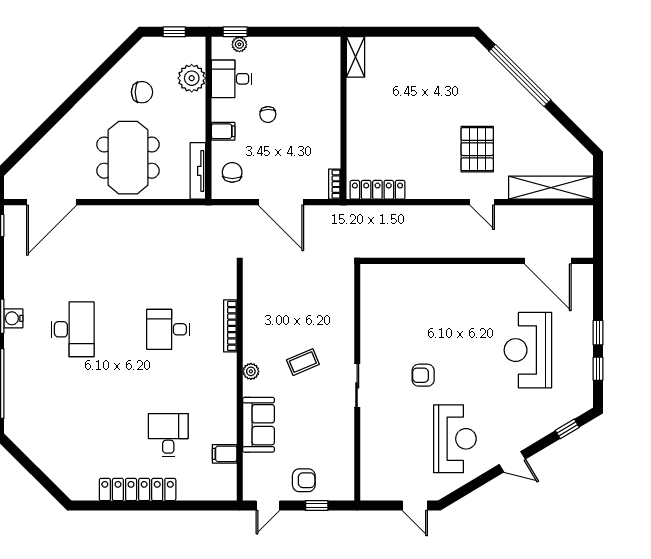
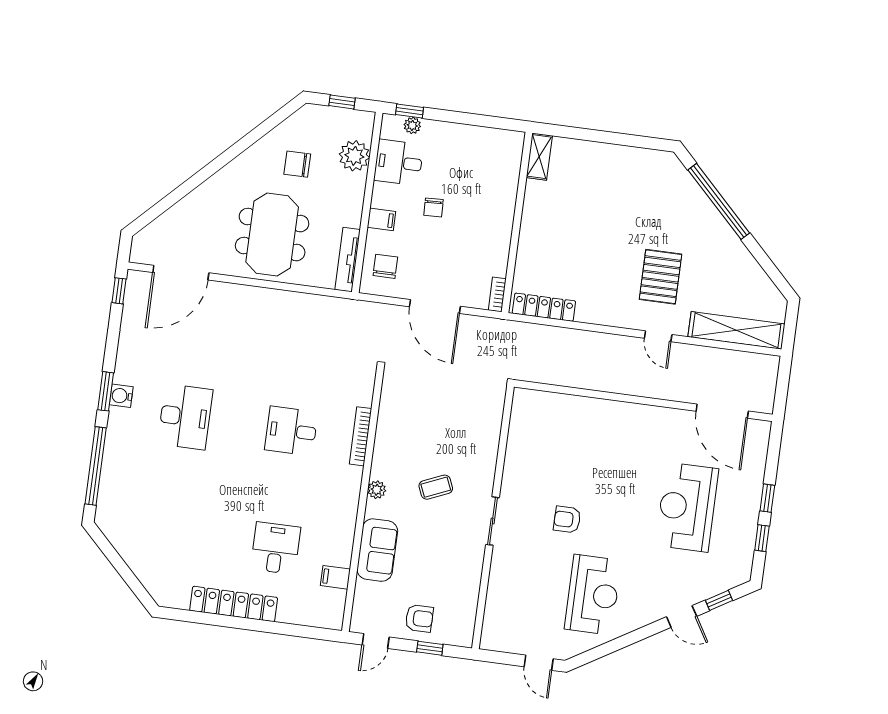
chair: (142, 92) -> (297, 164), turned 180
door: (512, 462) -> (682, 616), moved

